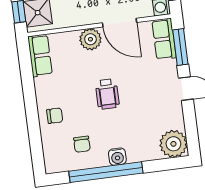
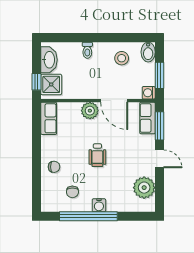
plant: (173, 144) -> (144, 188), moved

